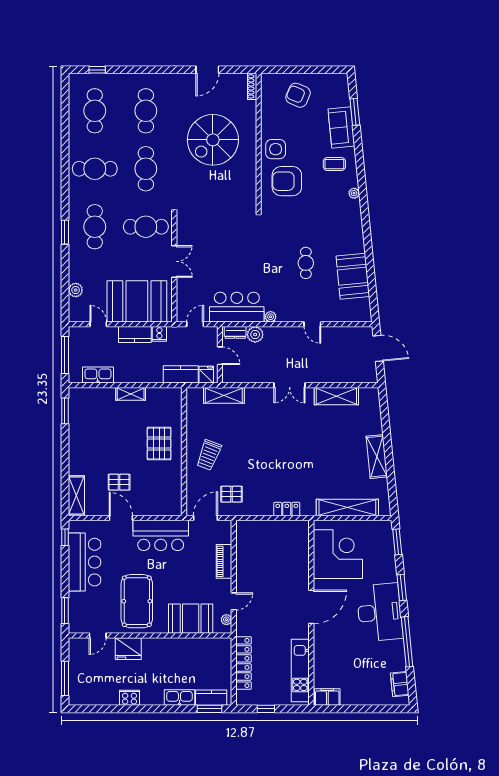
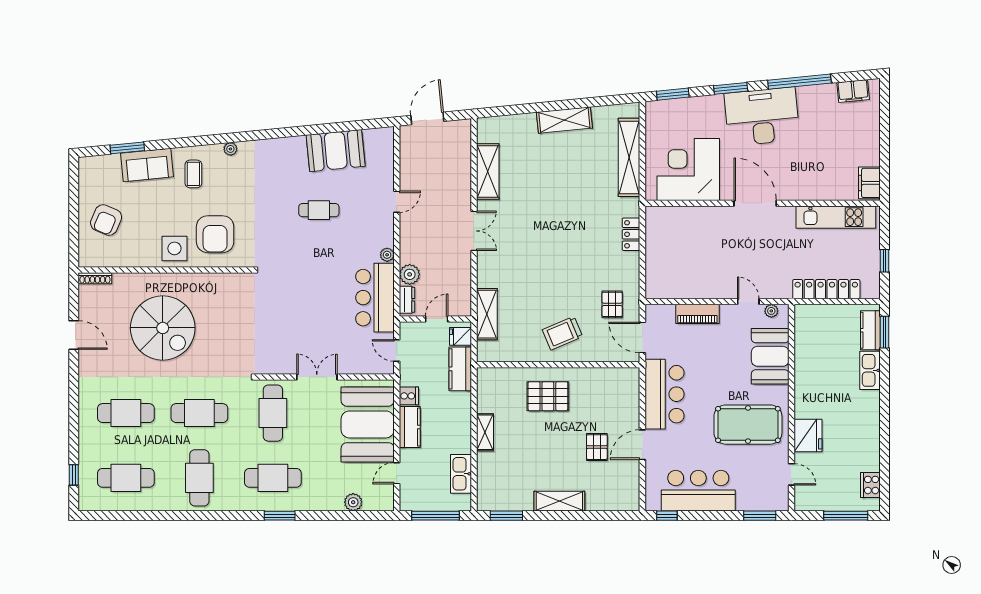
trolley: (209, 455) -> (563, 333), turned 136
shelving: (76, 495) -> (559, 501), moved
cooker: (130, 698) -> (870, 485), moved

